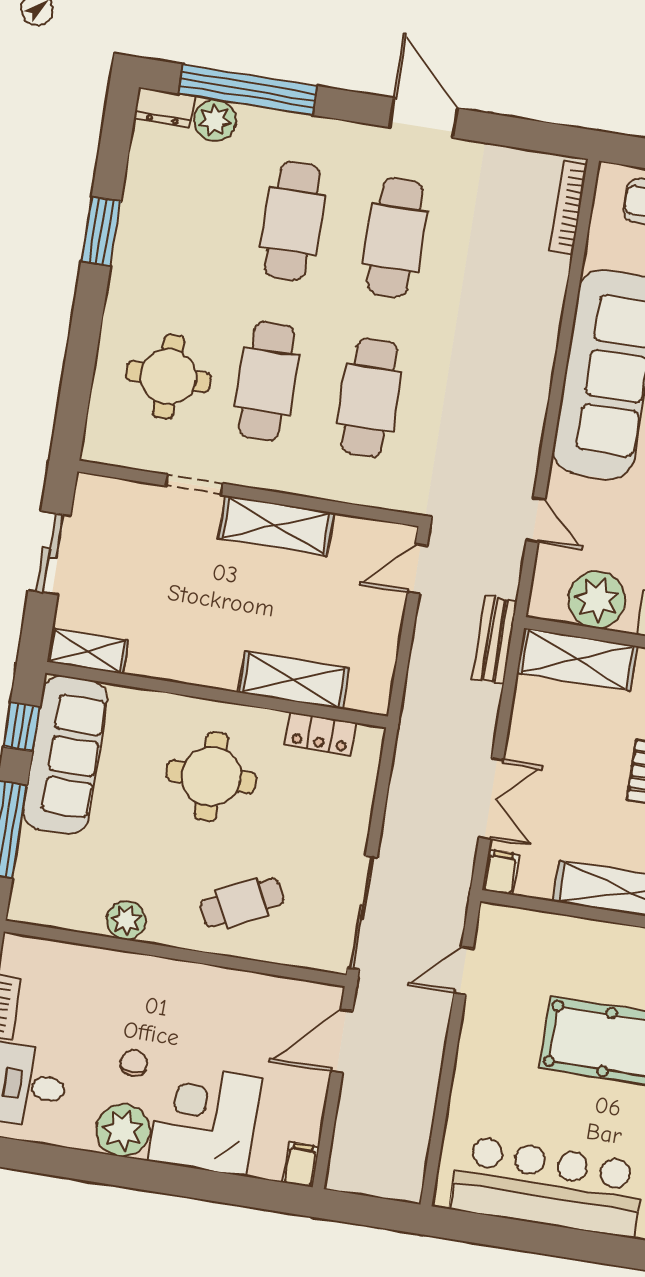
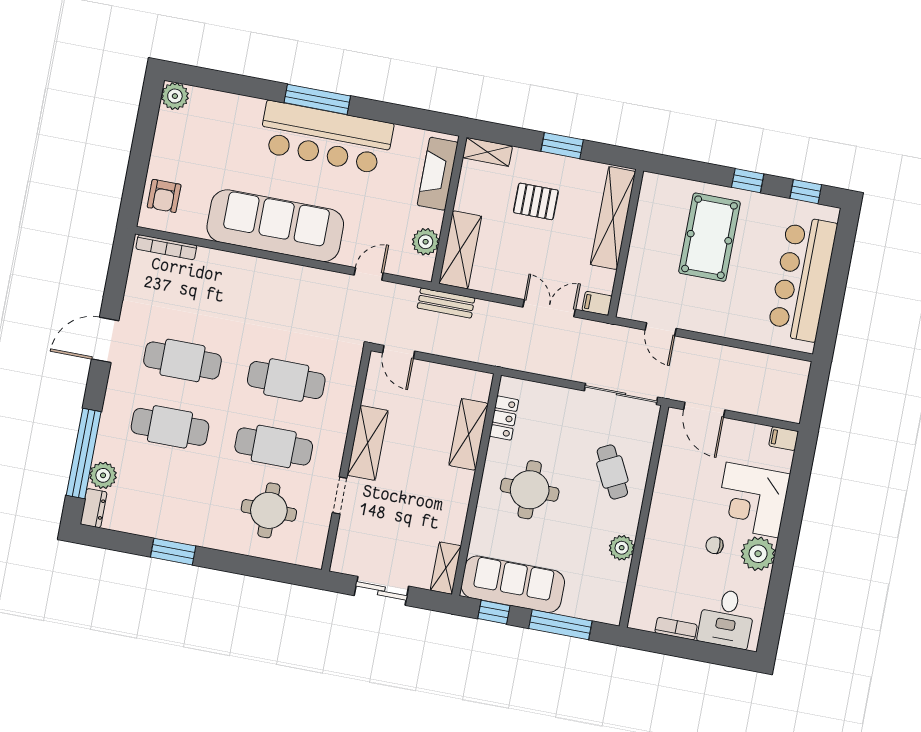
plant: (597, 600) -> (426, 242), width x0.73, depth x0.73

